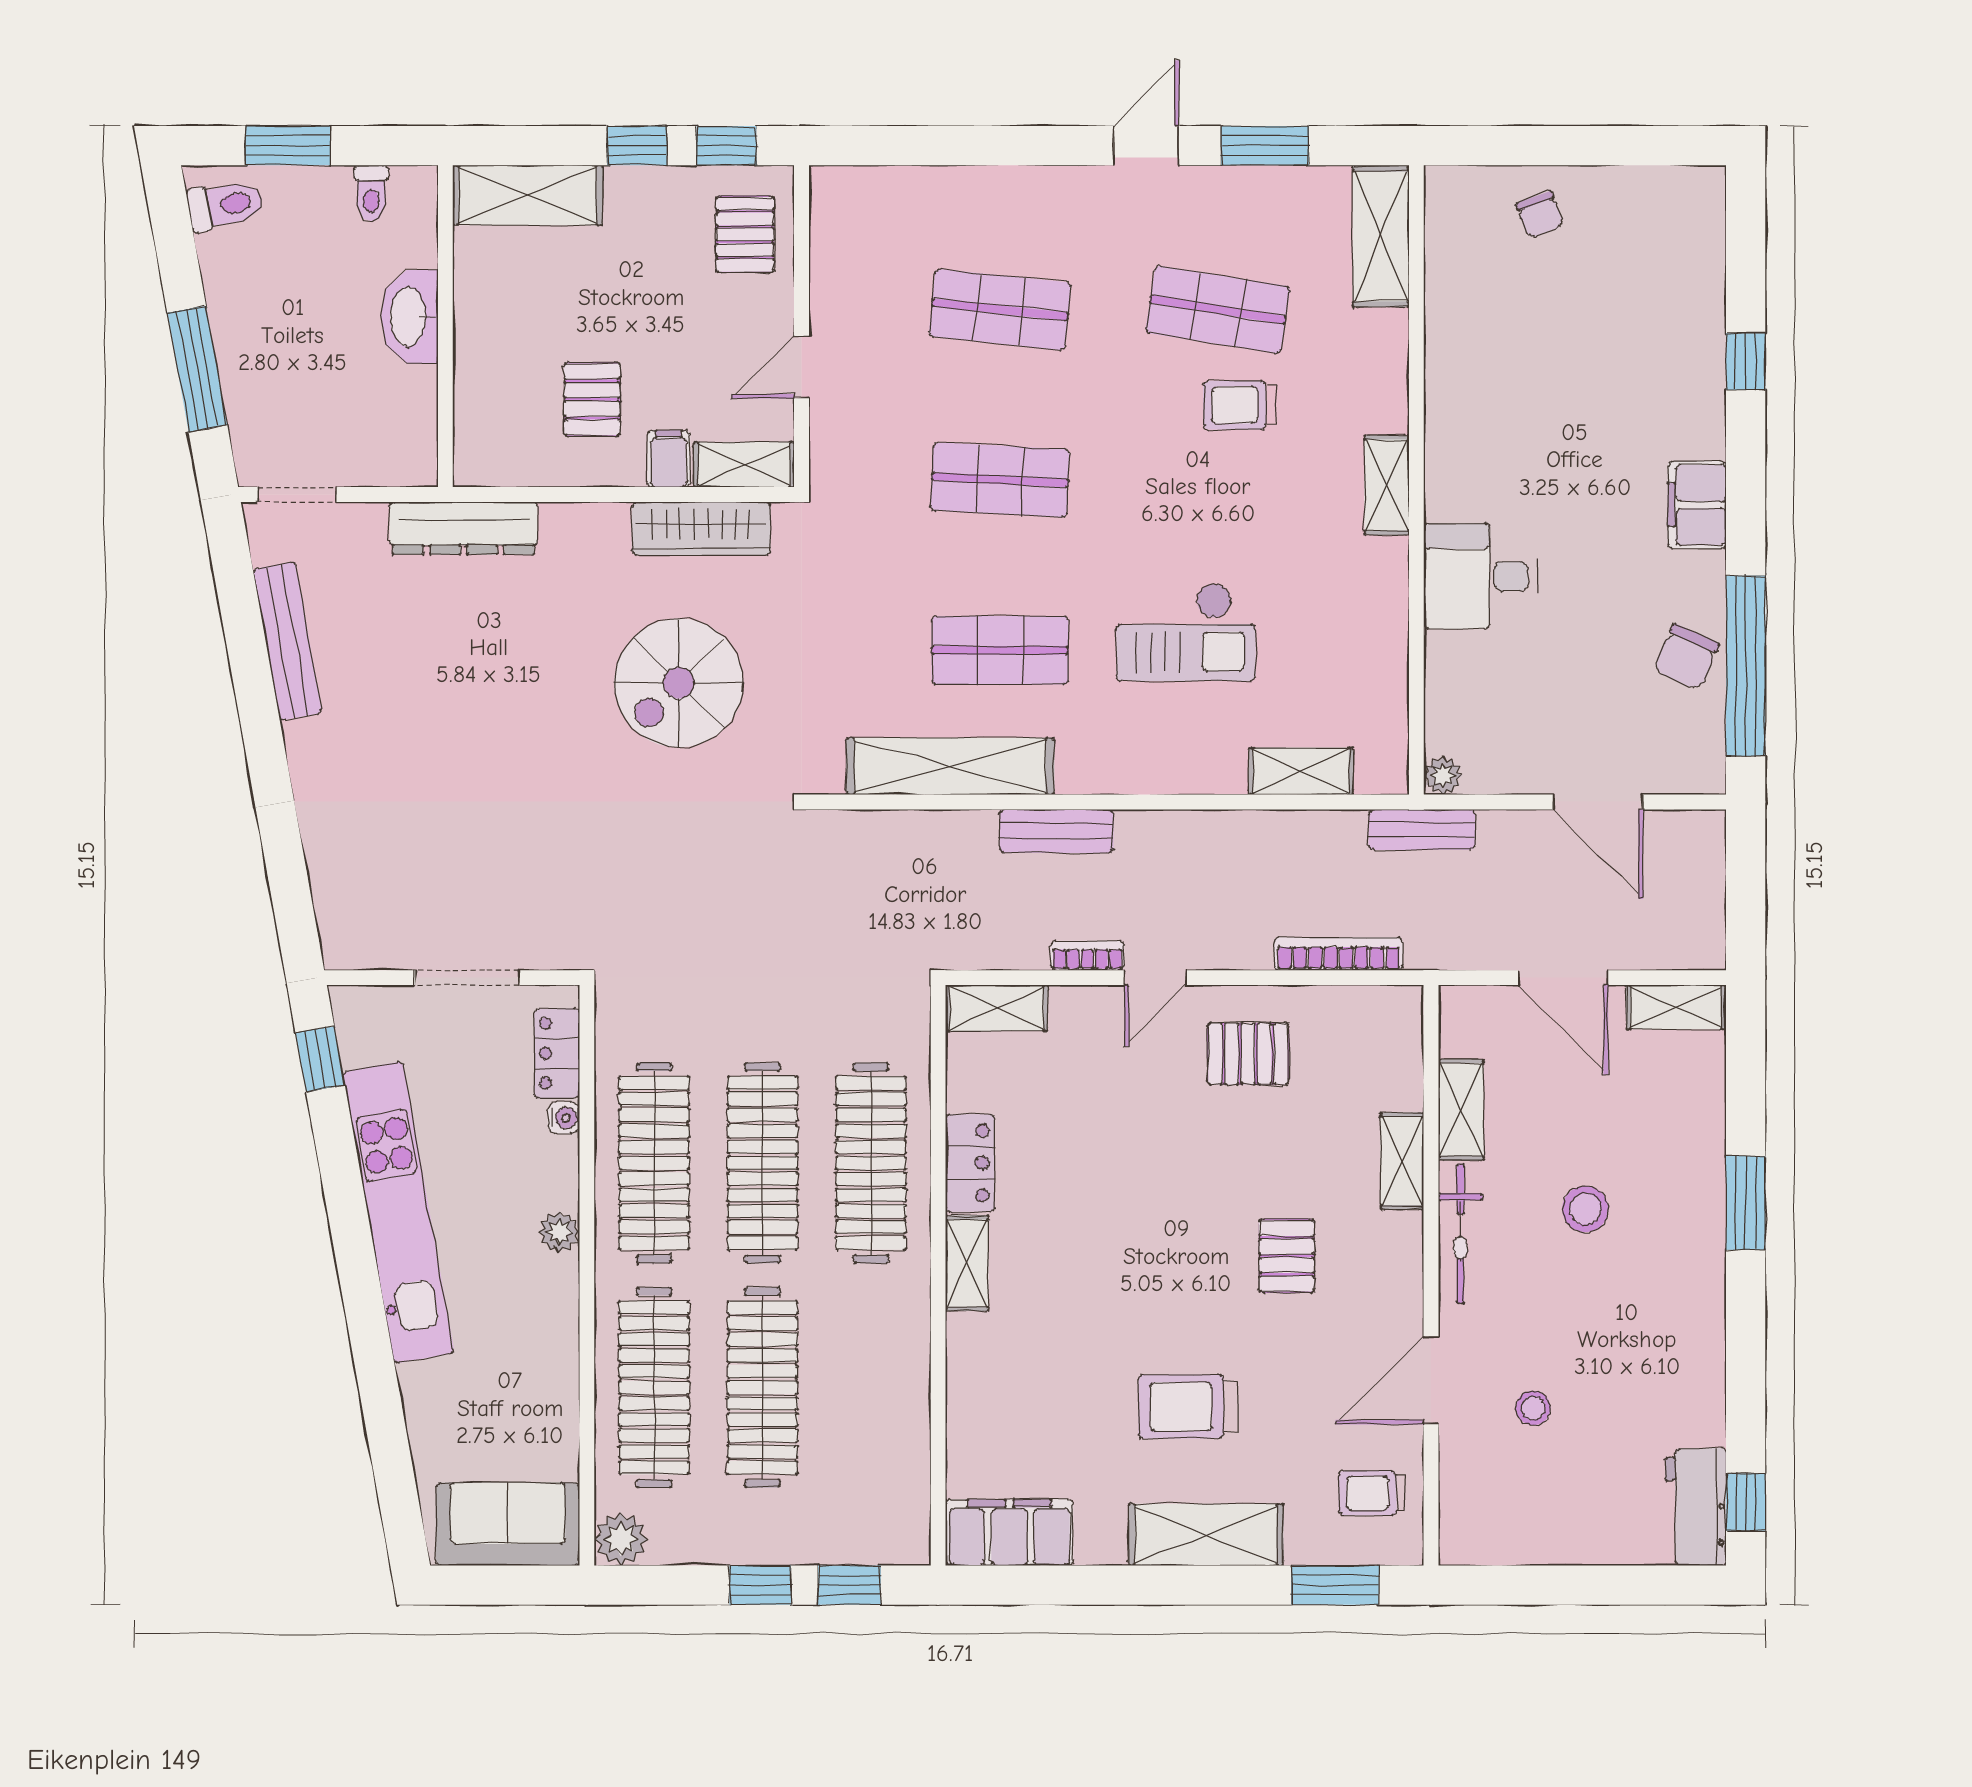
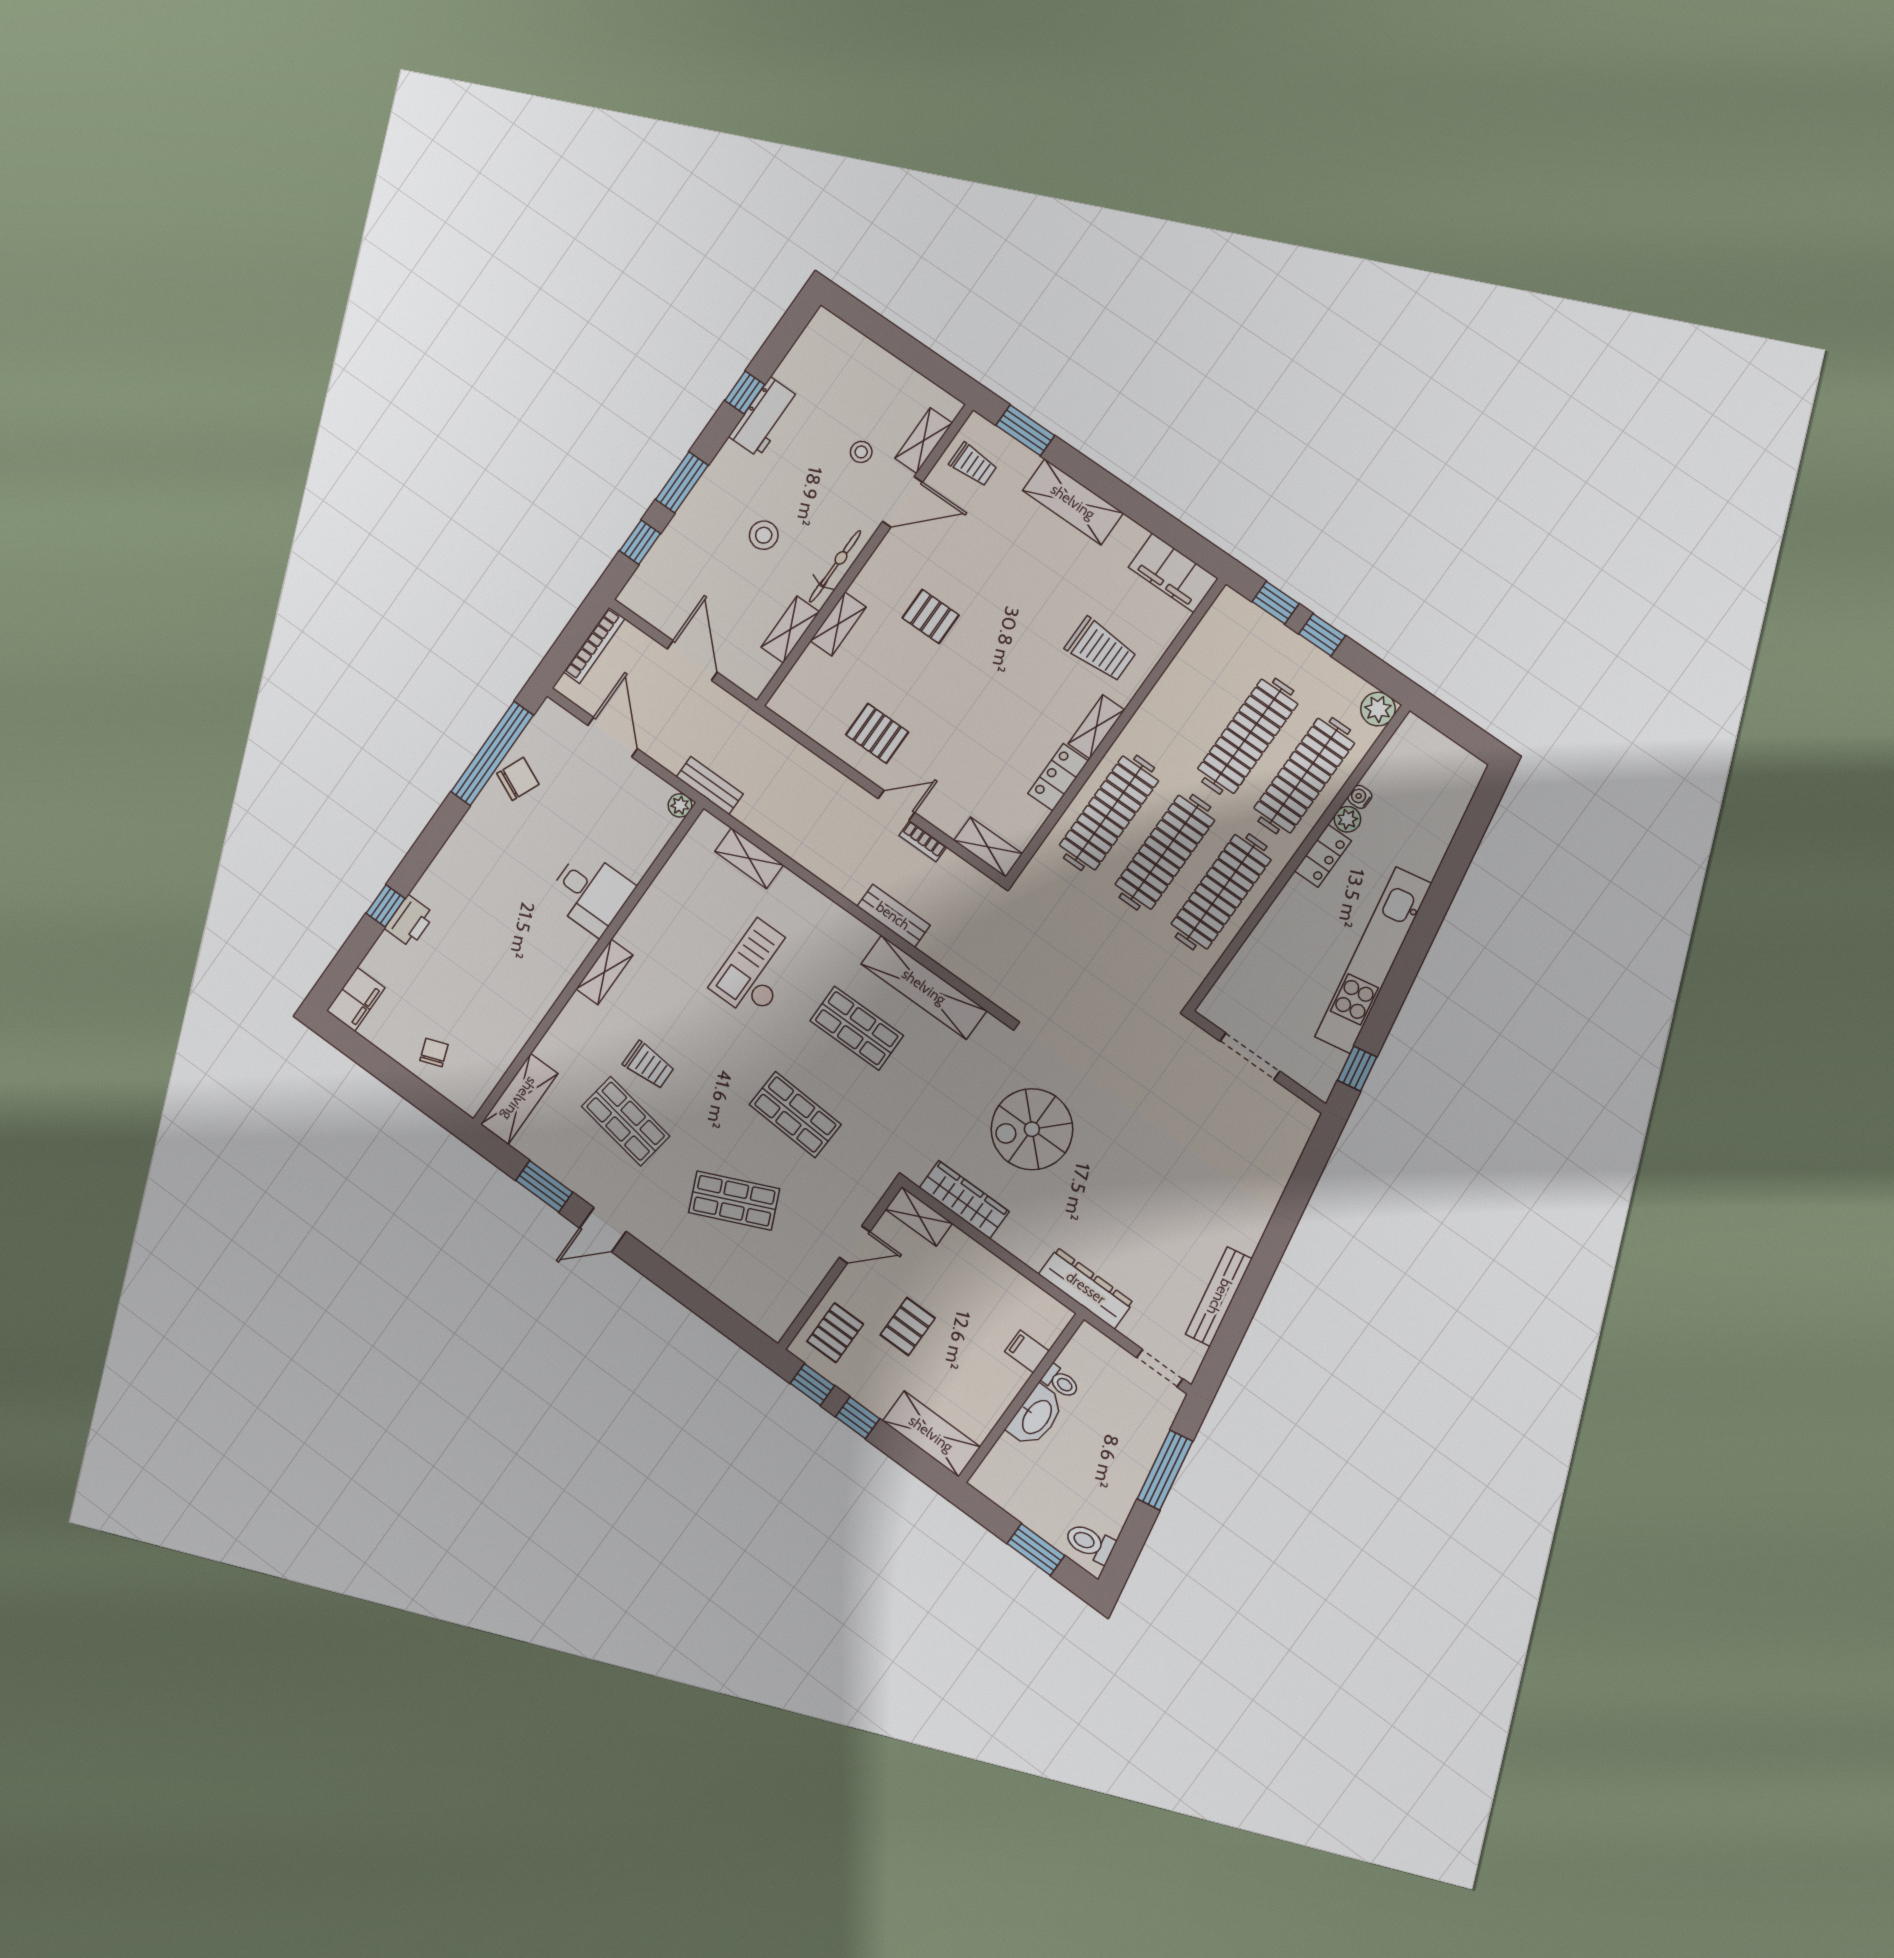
toilet: (371, 193) -> (1061, 1382), moved, turned 90
shop shelf: (1000, 310) -> (734, 1201), turned -30
printer: (1698, 365) -> (410, 921), added
pallet: (592, 399) -> (908, 1326), moved
filing cabinet: (669, 459) -> (1027, 1351), moved, turned 90
filing cabinet: (1697, 505) -> (356, 999), moved
checkout: (1186, 632) -> (757, 970), turned -90
spiral stairs: (679, 683) -> (1032, 1129), turned 180
bookcase: (1338, 954) -> (594, 645), moved, turned -90
shelving: (1676, 1007) -> (924, 441), moved, turned 90
locker: (557, 1053) -> (1323, 856), moved
window: (1746, 1085) -> (640, 542), added
water cooler: (564, 1118) -> (1360, 797), moved
plant: (559, 1232) -> (1347, 819), moved
pallet: (1287, 1256) -> (931, 616), turned 90
trolley: (1188, 1407) -> (1101, 650), moved
window: (1746, 1502) -> (745, 393), moved
workbench: (1696, 1507) -> (764, 417), moved
sofa: (508, 1524) -> (1432, 758), removed

